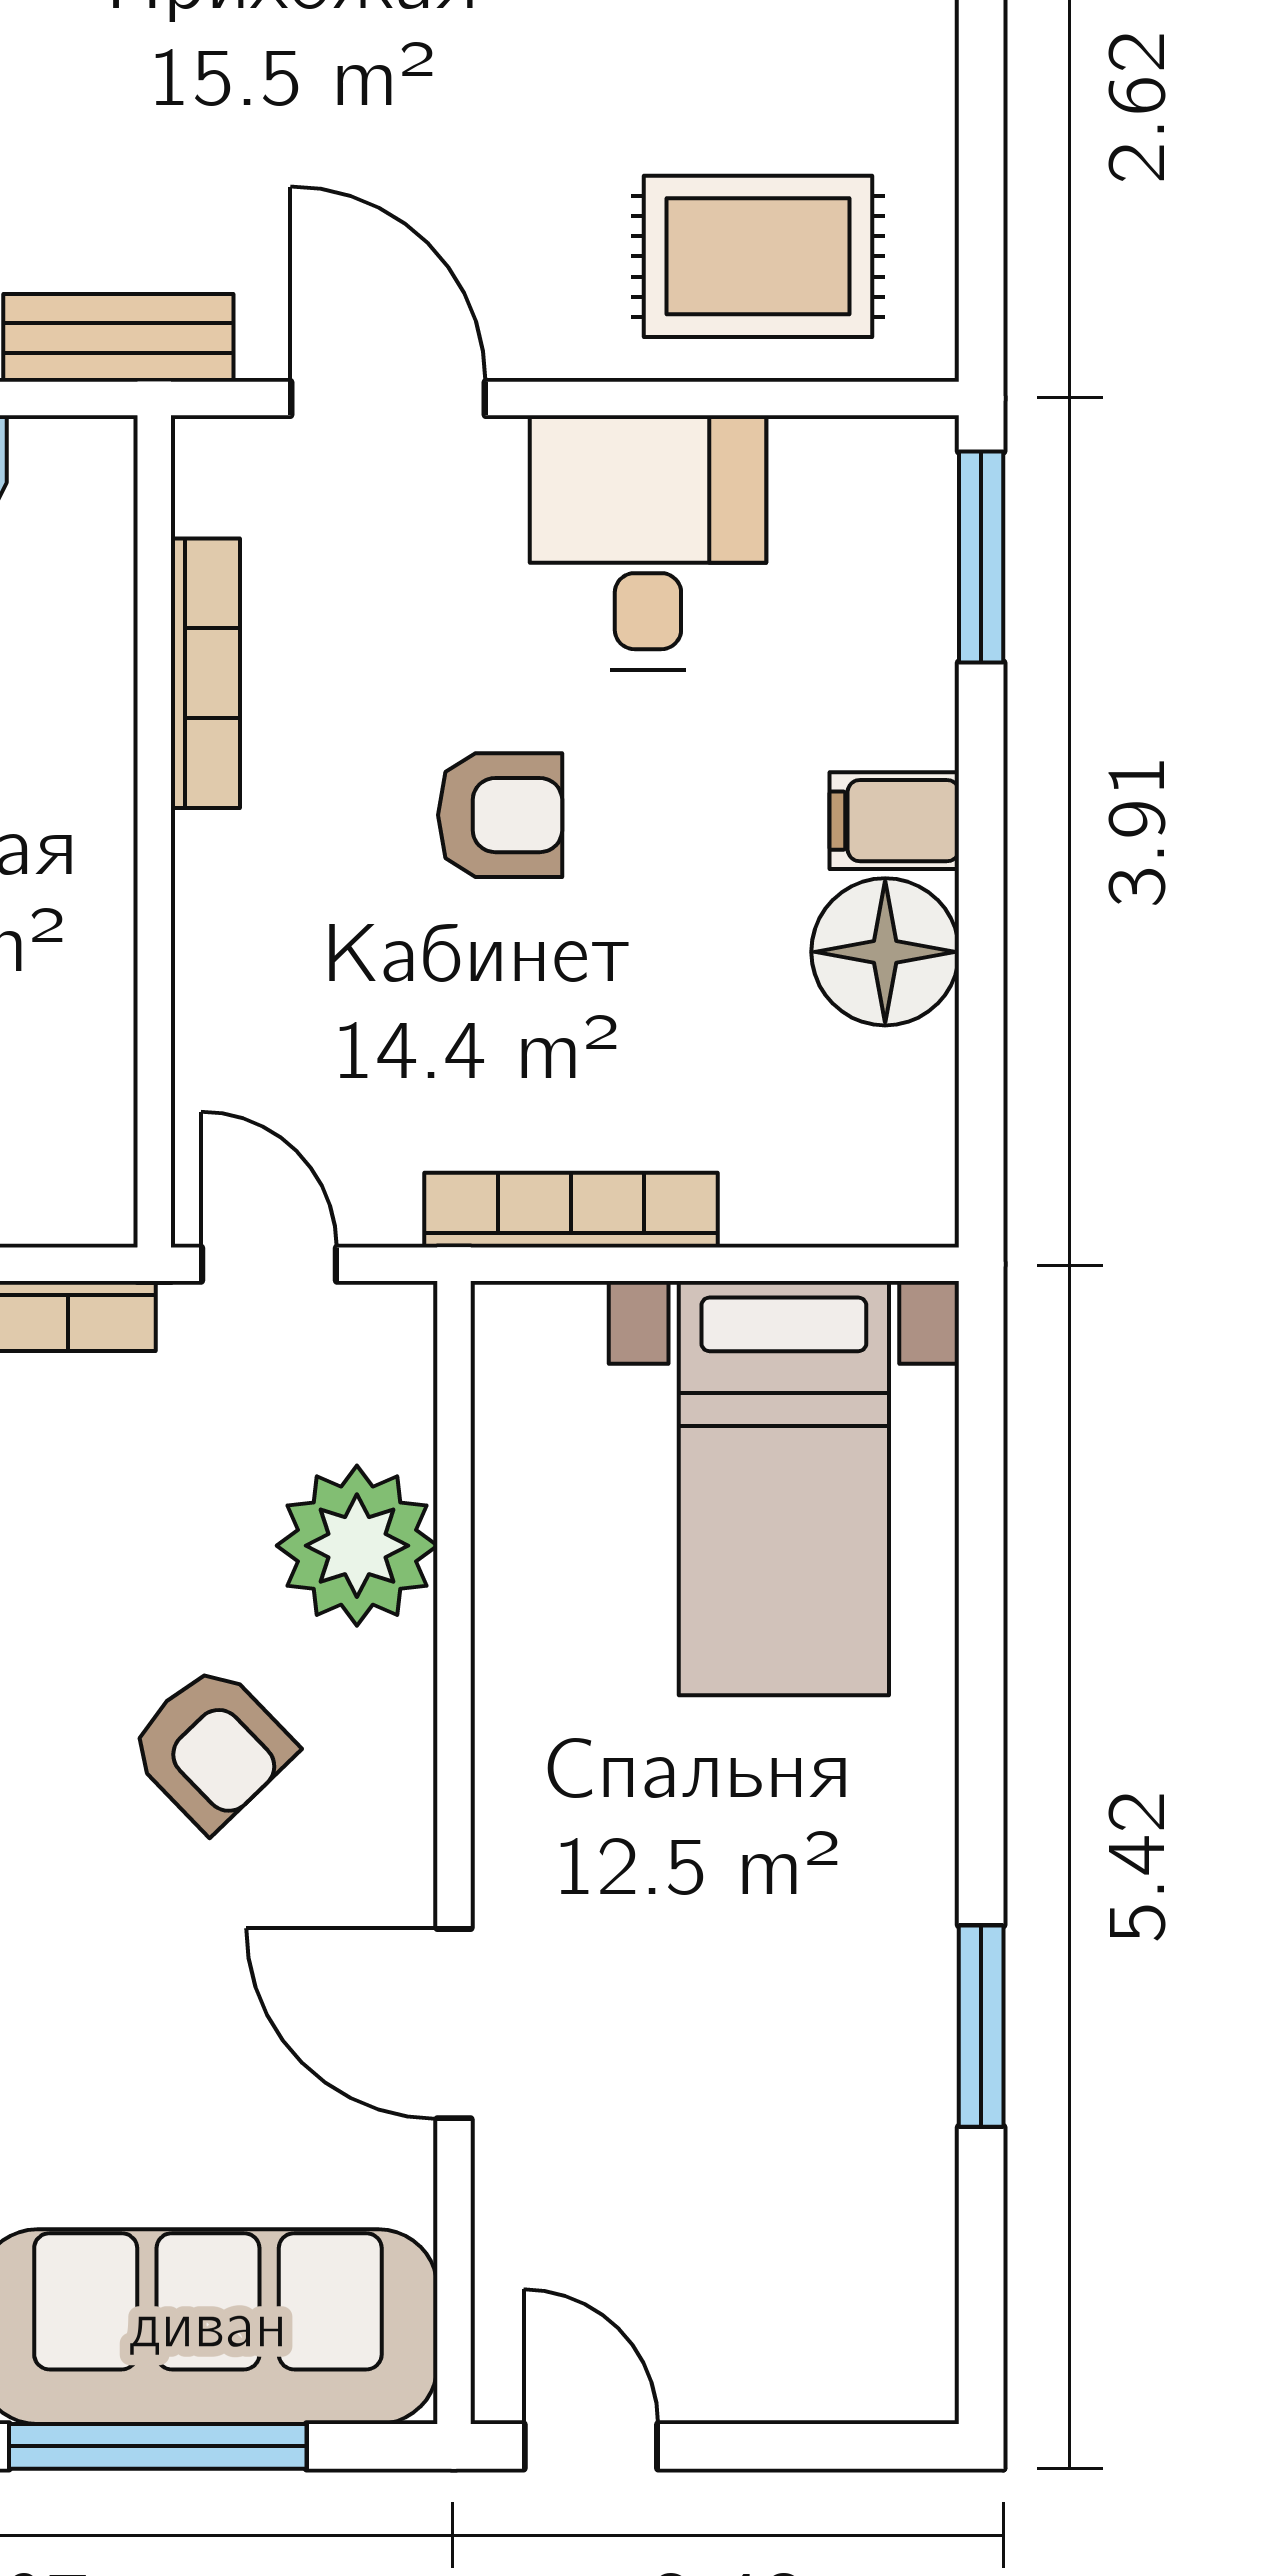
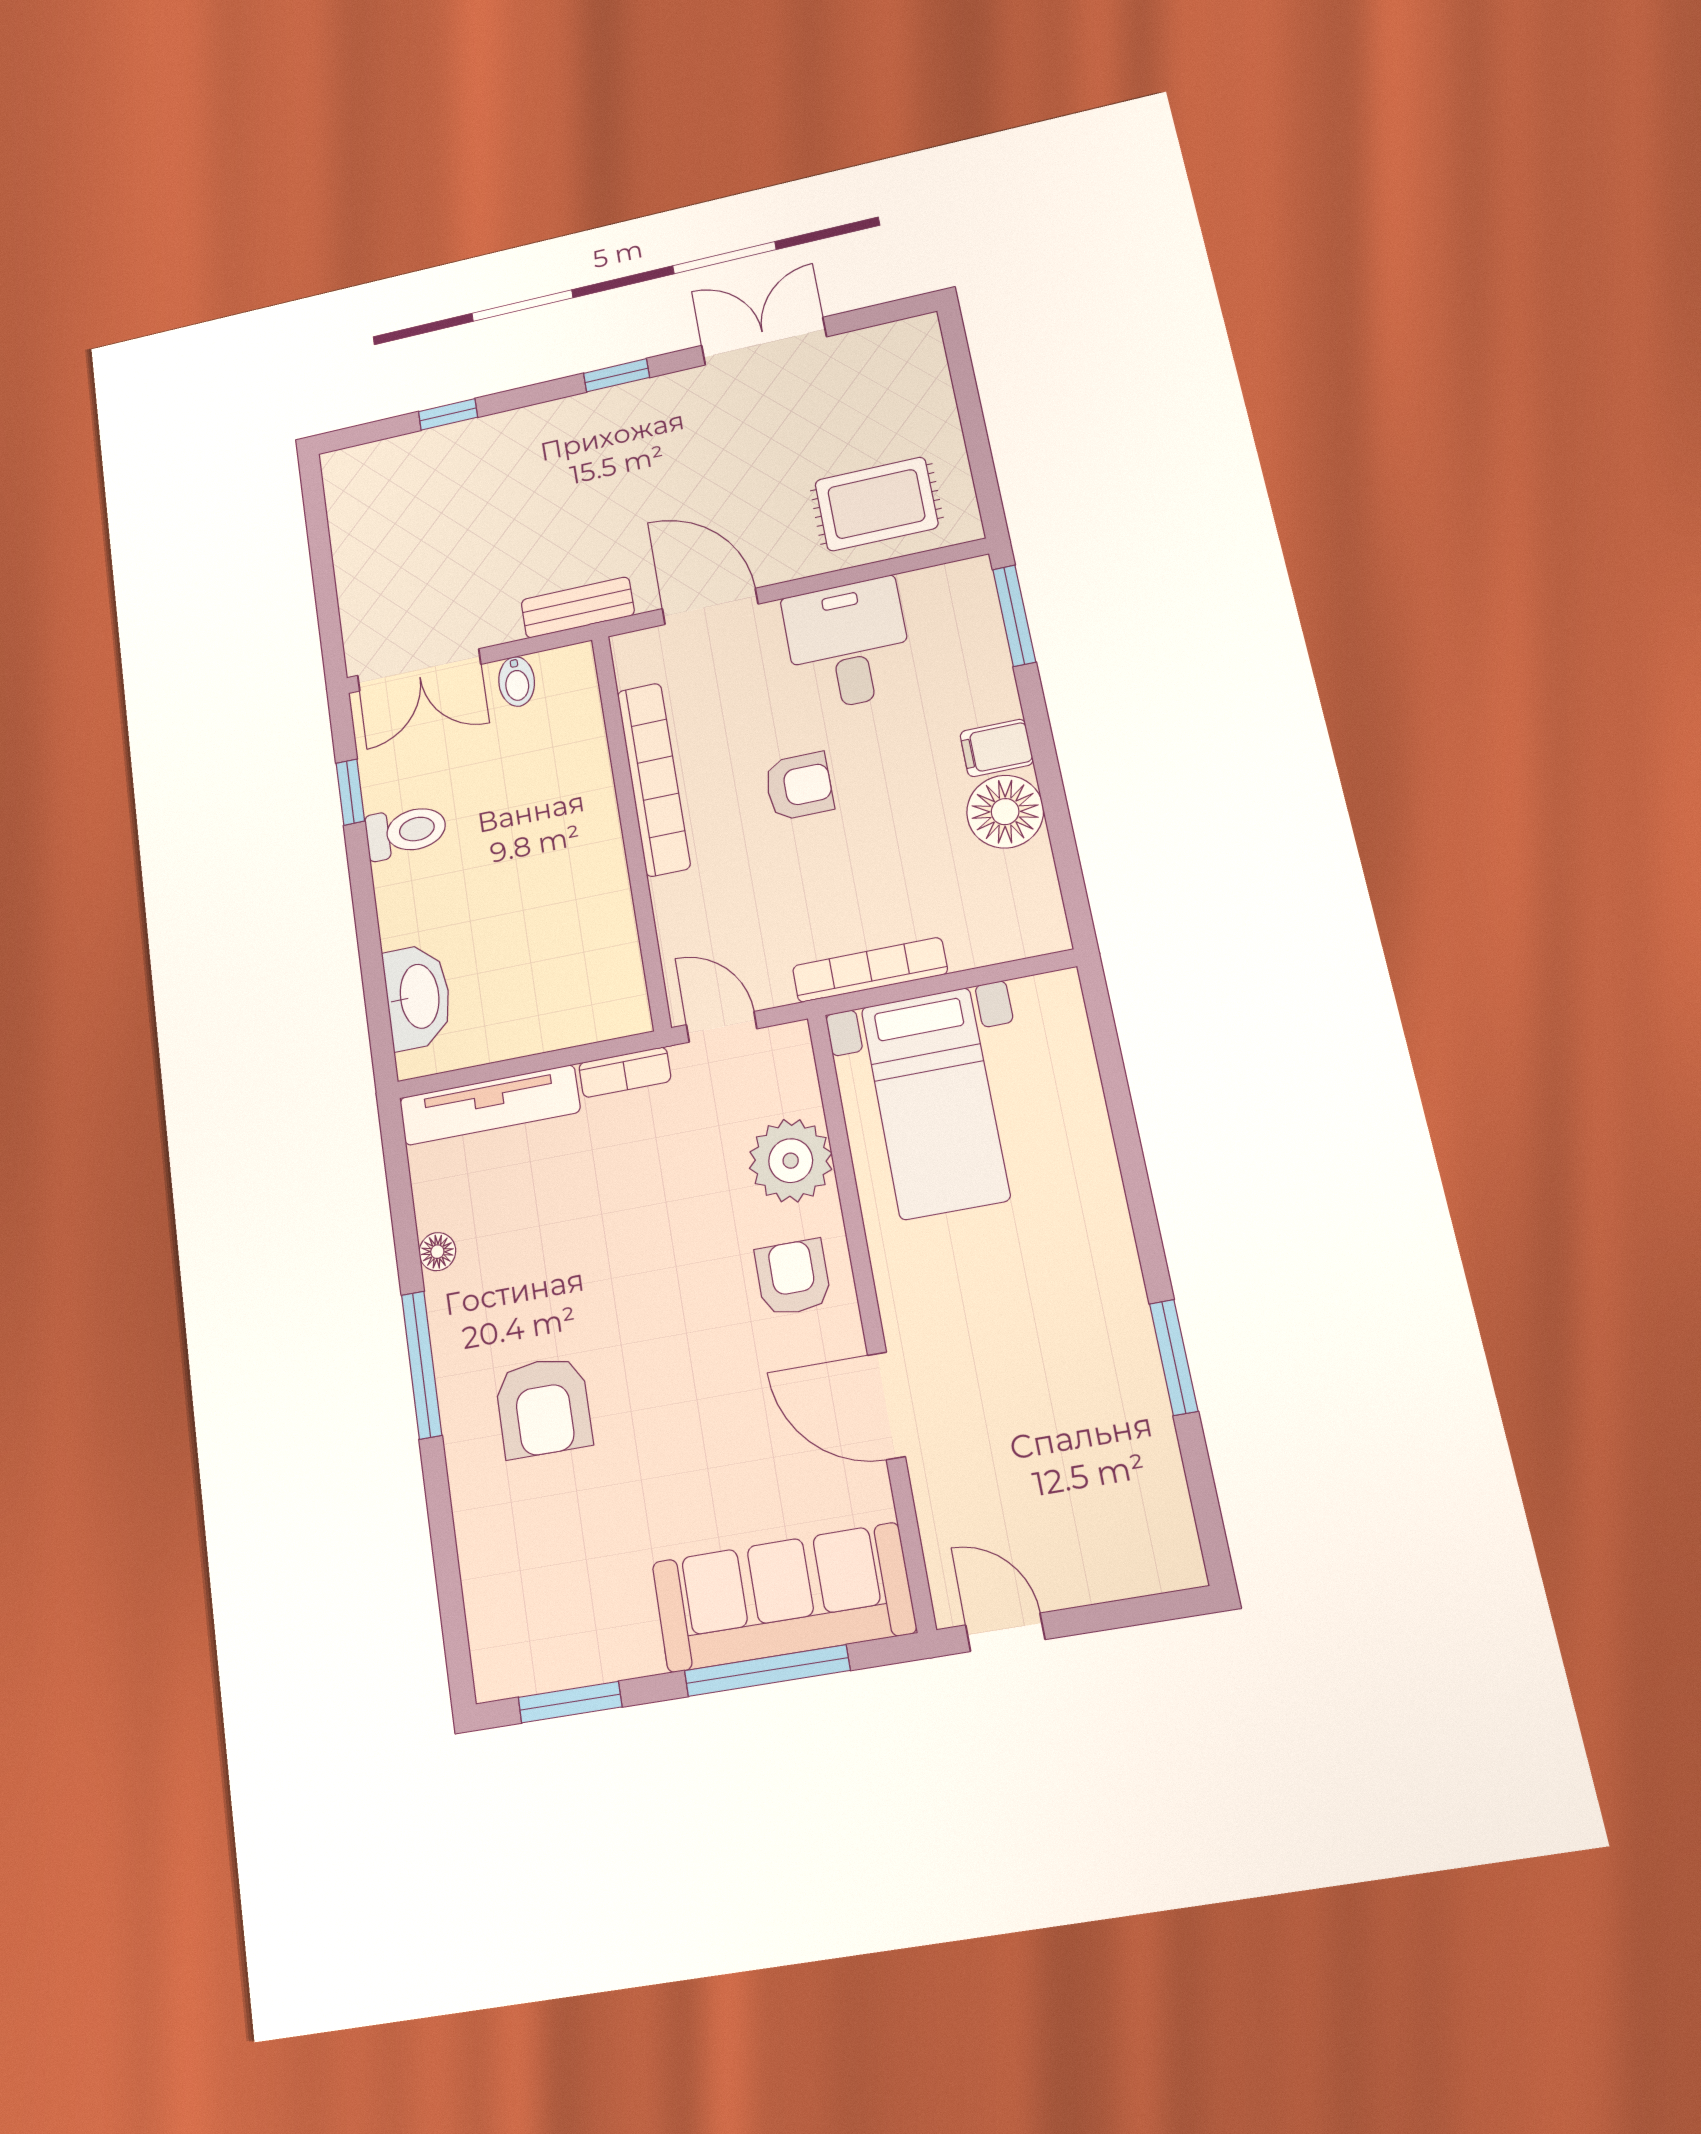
bookcase: (205, 673) -> (654, 779), width x1.48, depth x1.31
bed with nightstands: (784, 1488) -> (935, 1103), moved
armchair: (211, 1747) -> (793, 1277), moved, turned -136

